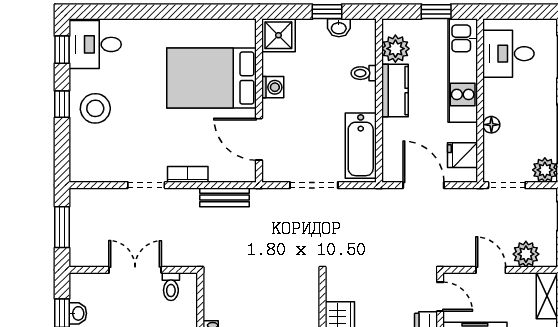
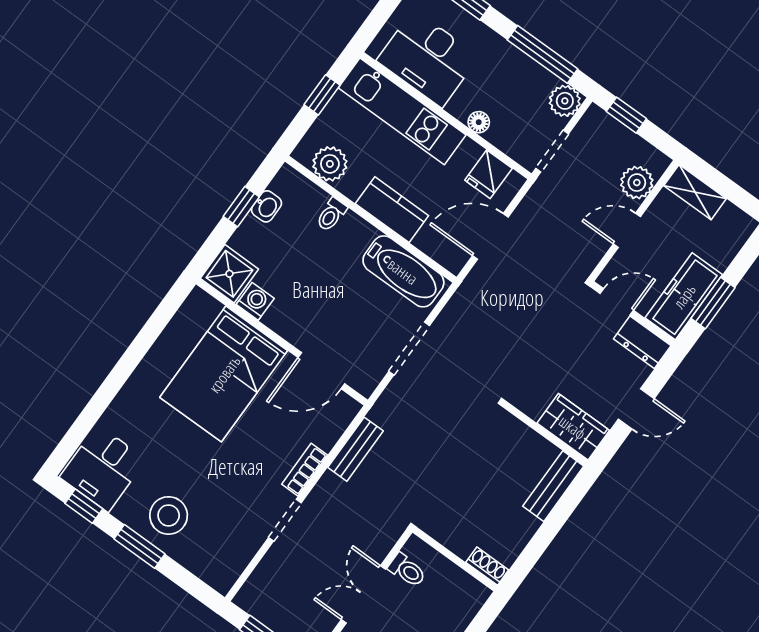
desk: (508, 54) -> (428, 59), width x1.37
washing machine: (273, 87) -> (255, 301), moved
kitchen counter: (395, 91) -> (392, 210), moved
window: (62, 104) -> (140, 546), width x1.50

